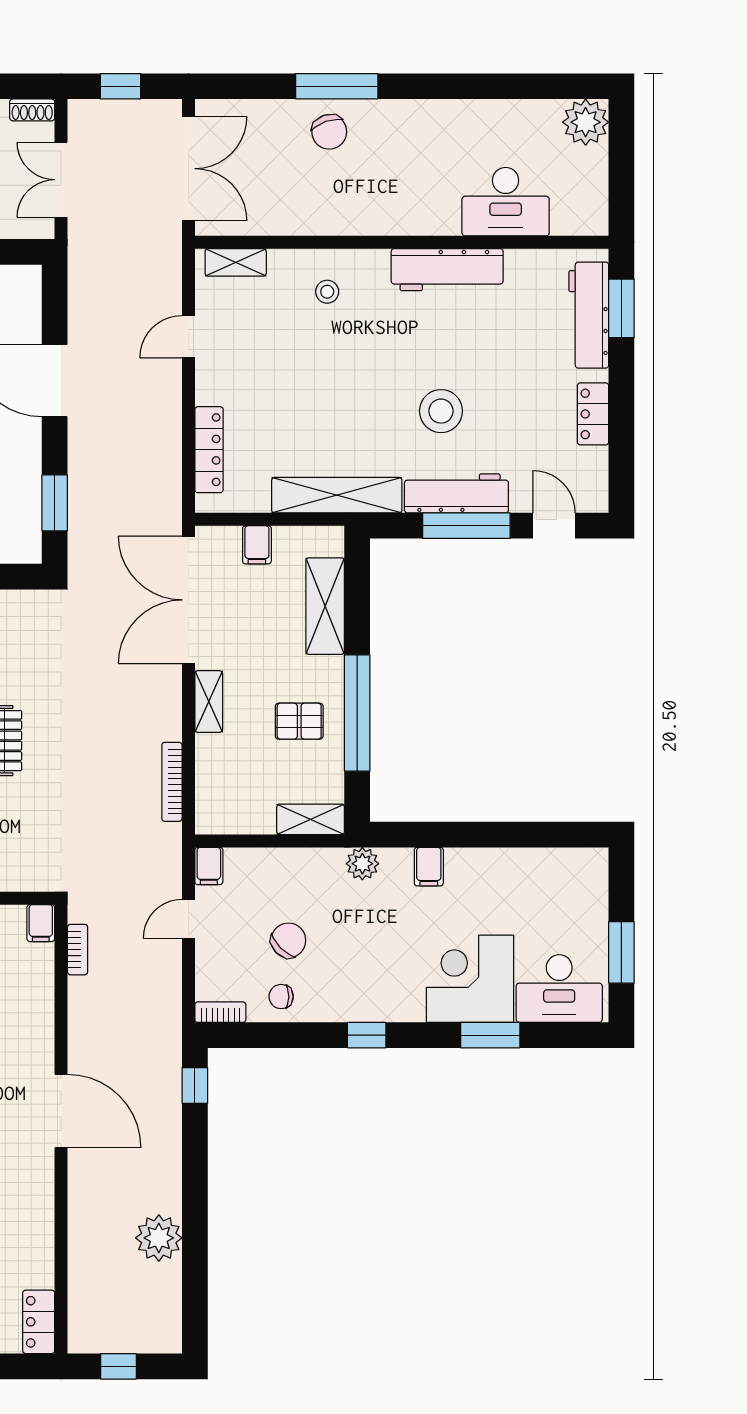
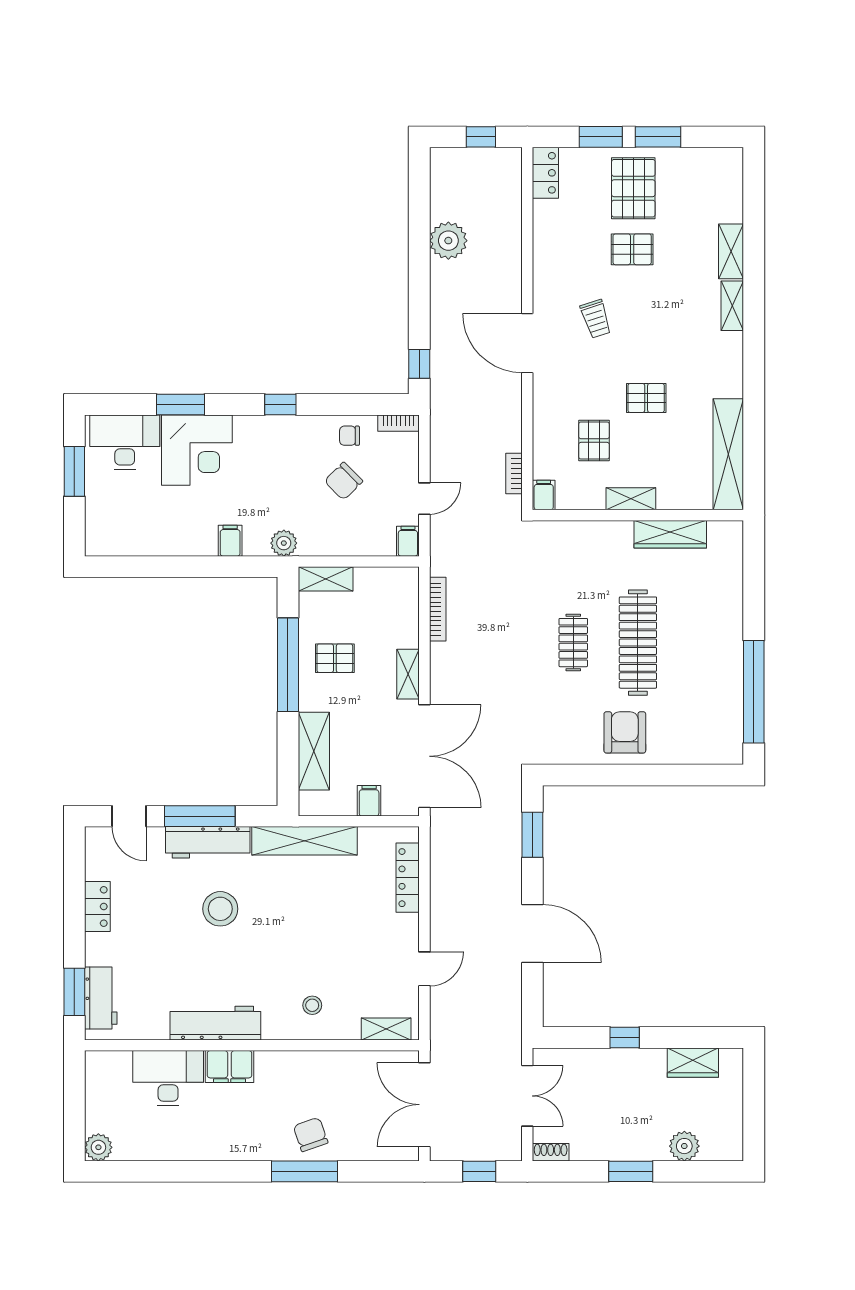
plant: (586, 122) -> (98, 1147), width x0.73, depth x0.73
filing cabinet: (430, 216) -> (229, 1066), added
workbench: (589, 315) -> (101, 998), width x0.73
chair: (281, 997) -> (349, 436), turned 180

